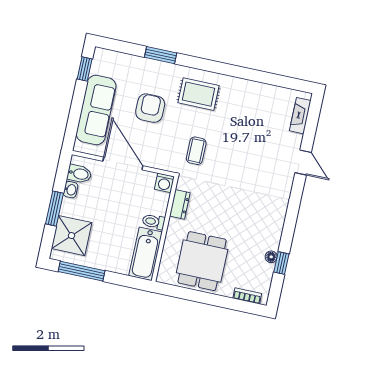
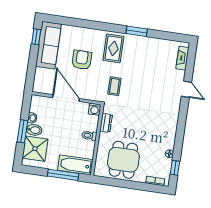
window: (161, 55) -> (137, 31), moved
rug: (199, 94) -> (113, 48), turned 90
sofa: (96, 110) -> (48, 45), moved
bidet: (79, 174) -> (34, 130), moved
bathtub: (146, 254) -> (75, 165), moved, turned 90
window: (281, 263) -> (175, 168), moved
window: (82, 271) -> (63, 175), moved

